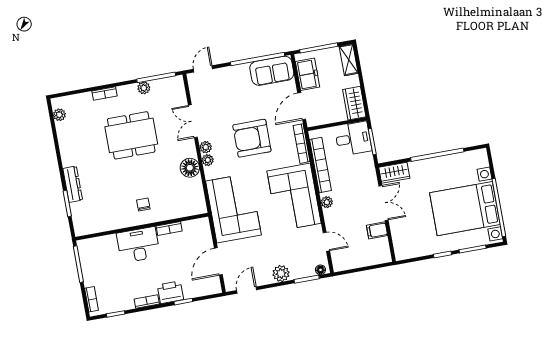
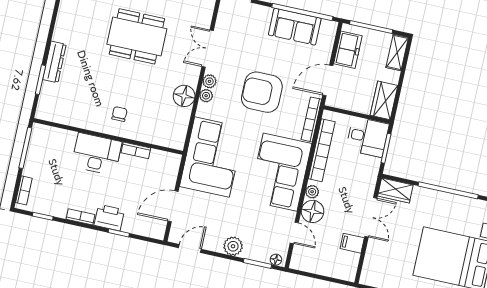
sofa: (272, 71) -> (295, 27), moved
floor lamp: (334, 218) -> (313, 211), added

